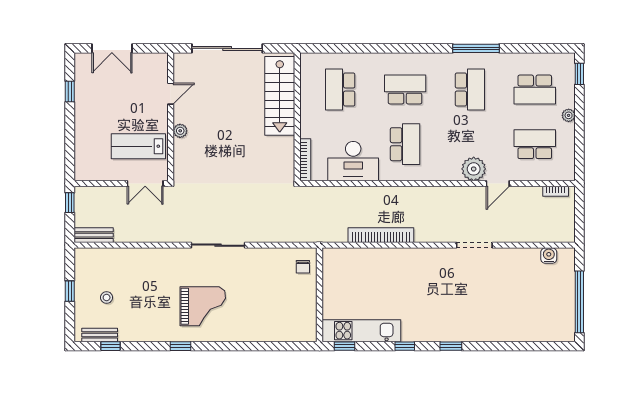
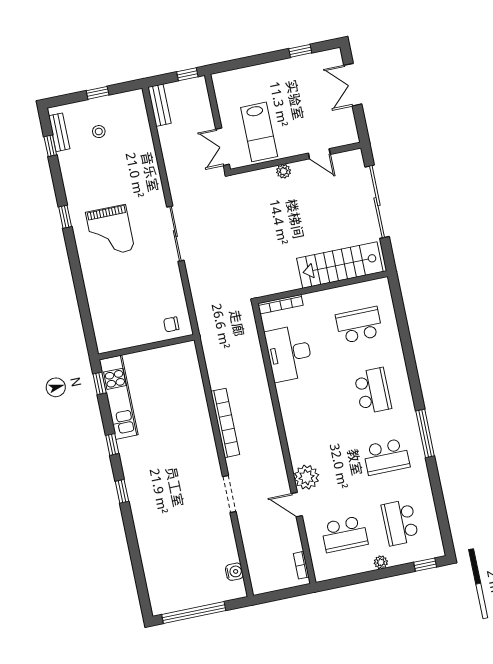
window: (476, 48) -> (425, 433), moved
school desk: (405, 144) -> (317, 402), removed
school desk: (535, 144) -> (344, 534), turned 90
lab bench: (138, 146) -> (259, 132), turned 180
bookcase: (381, 235) -> (225, 423), moved

